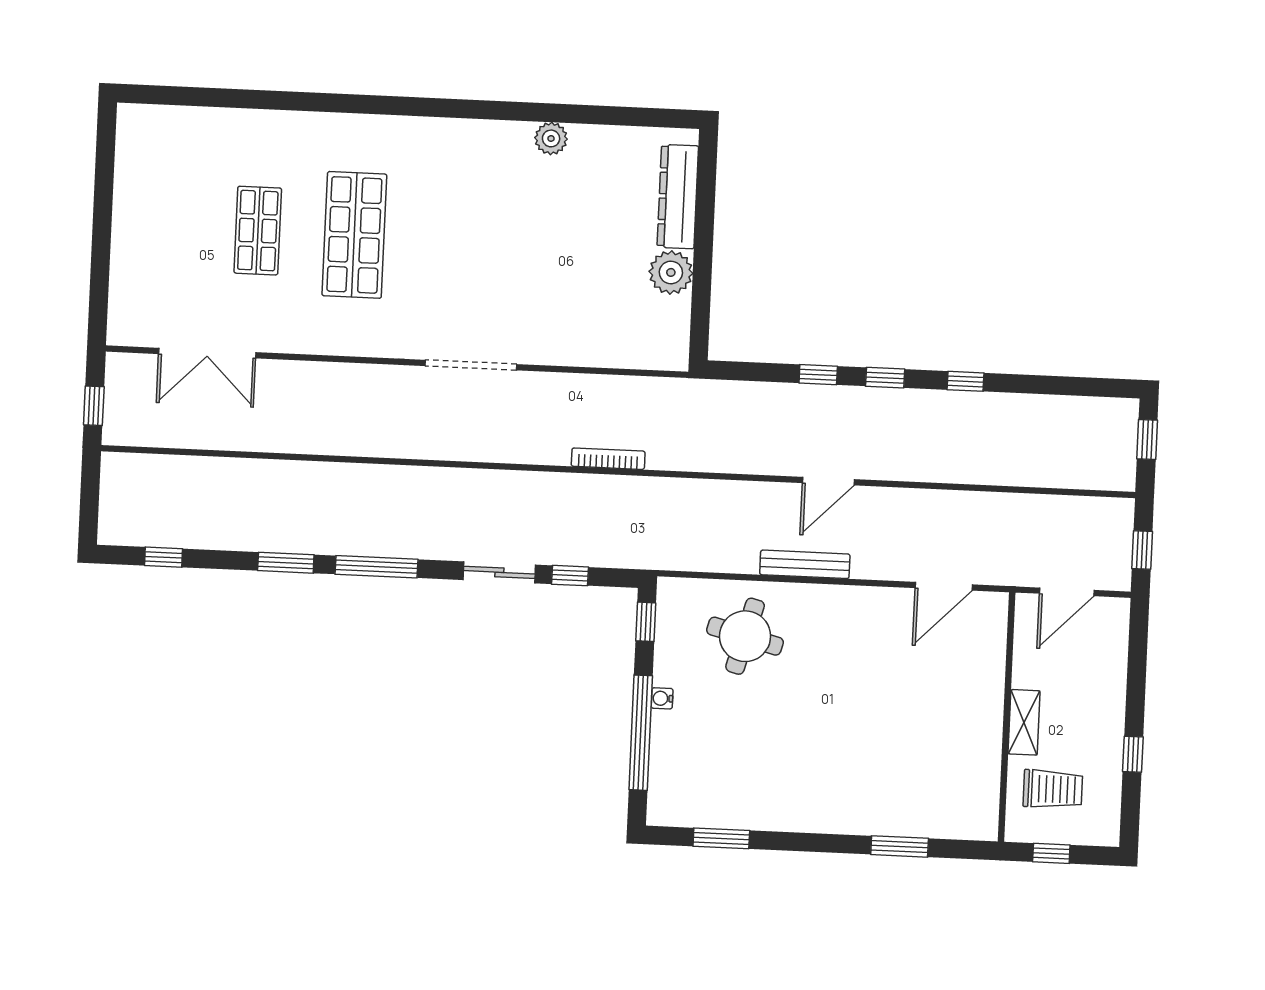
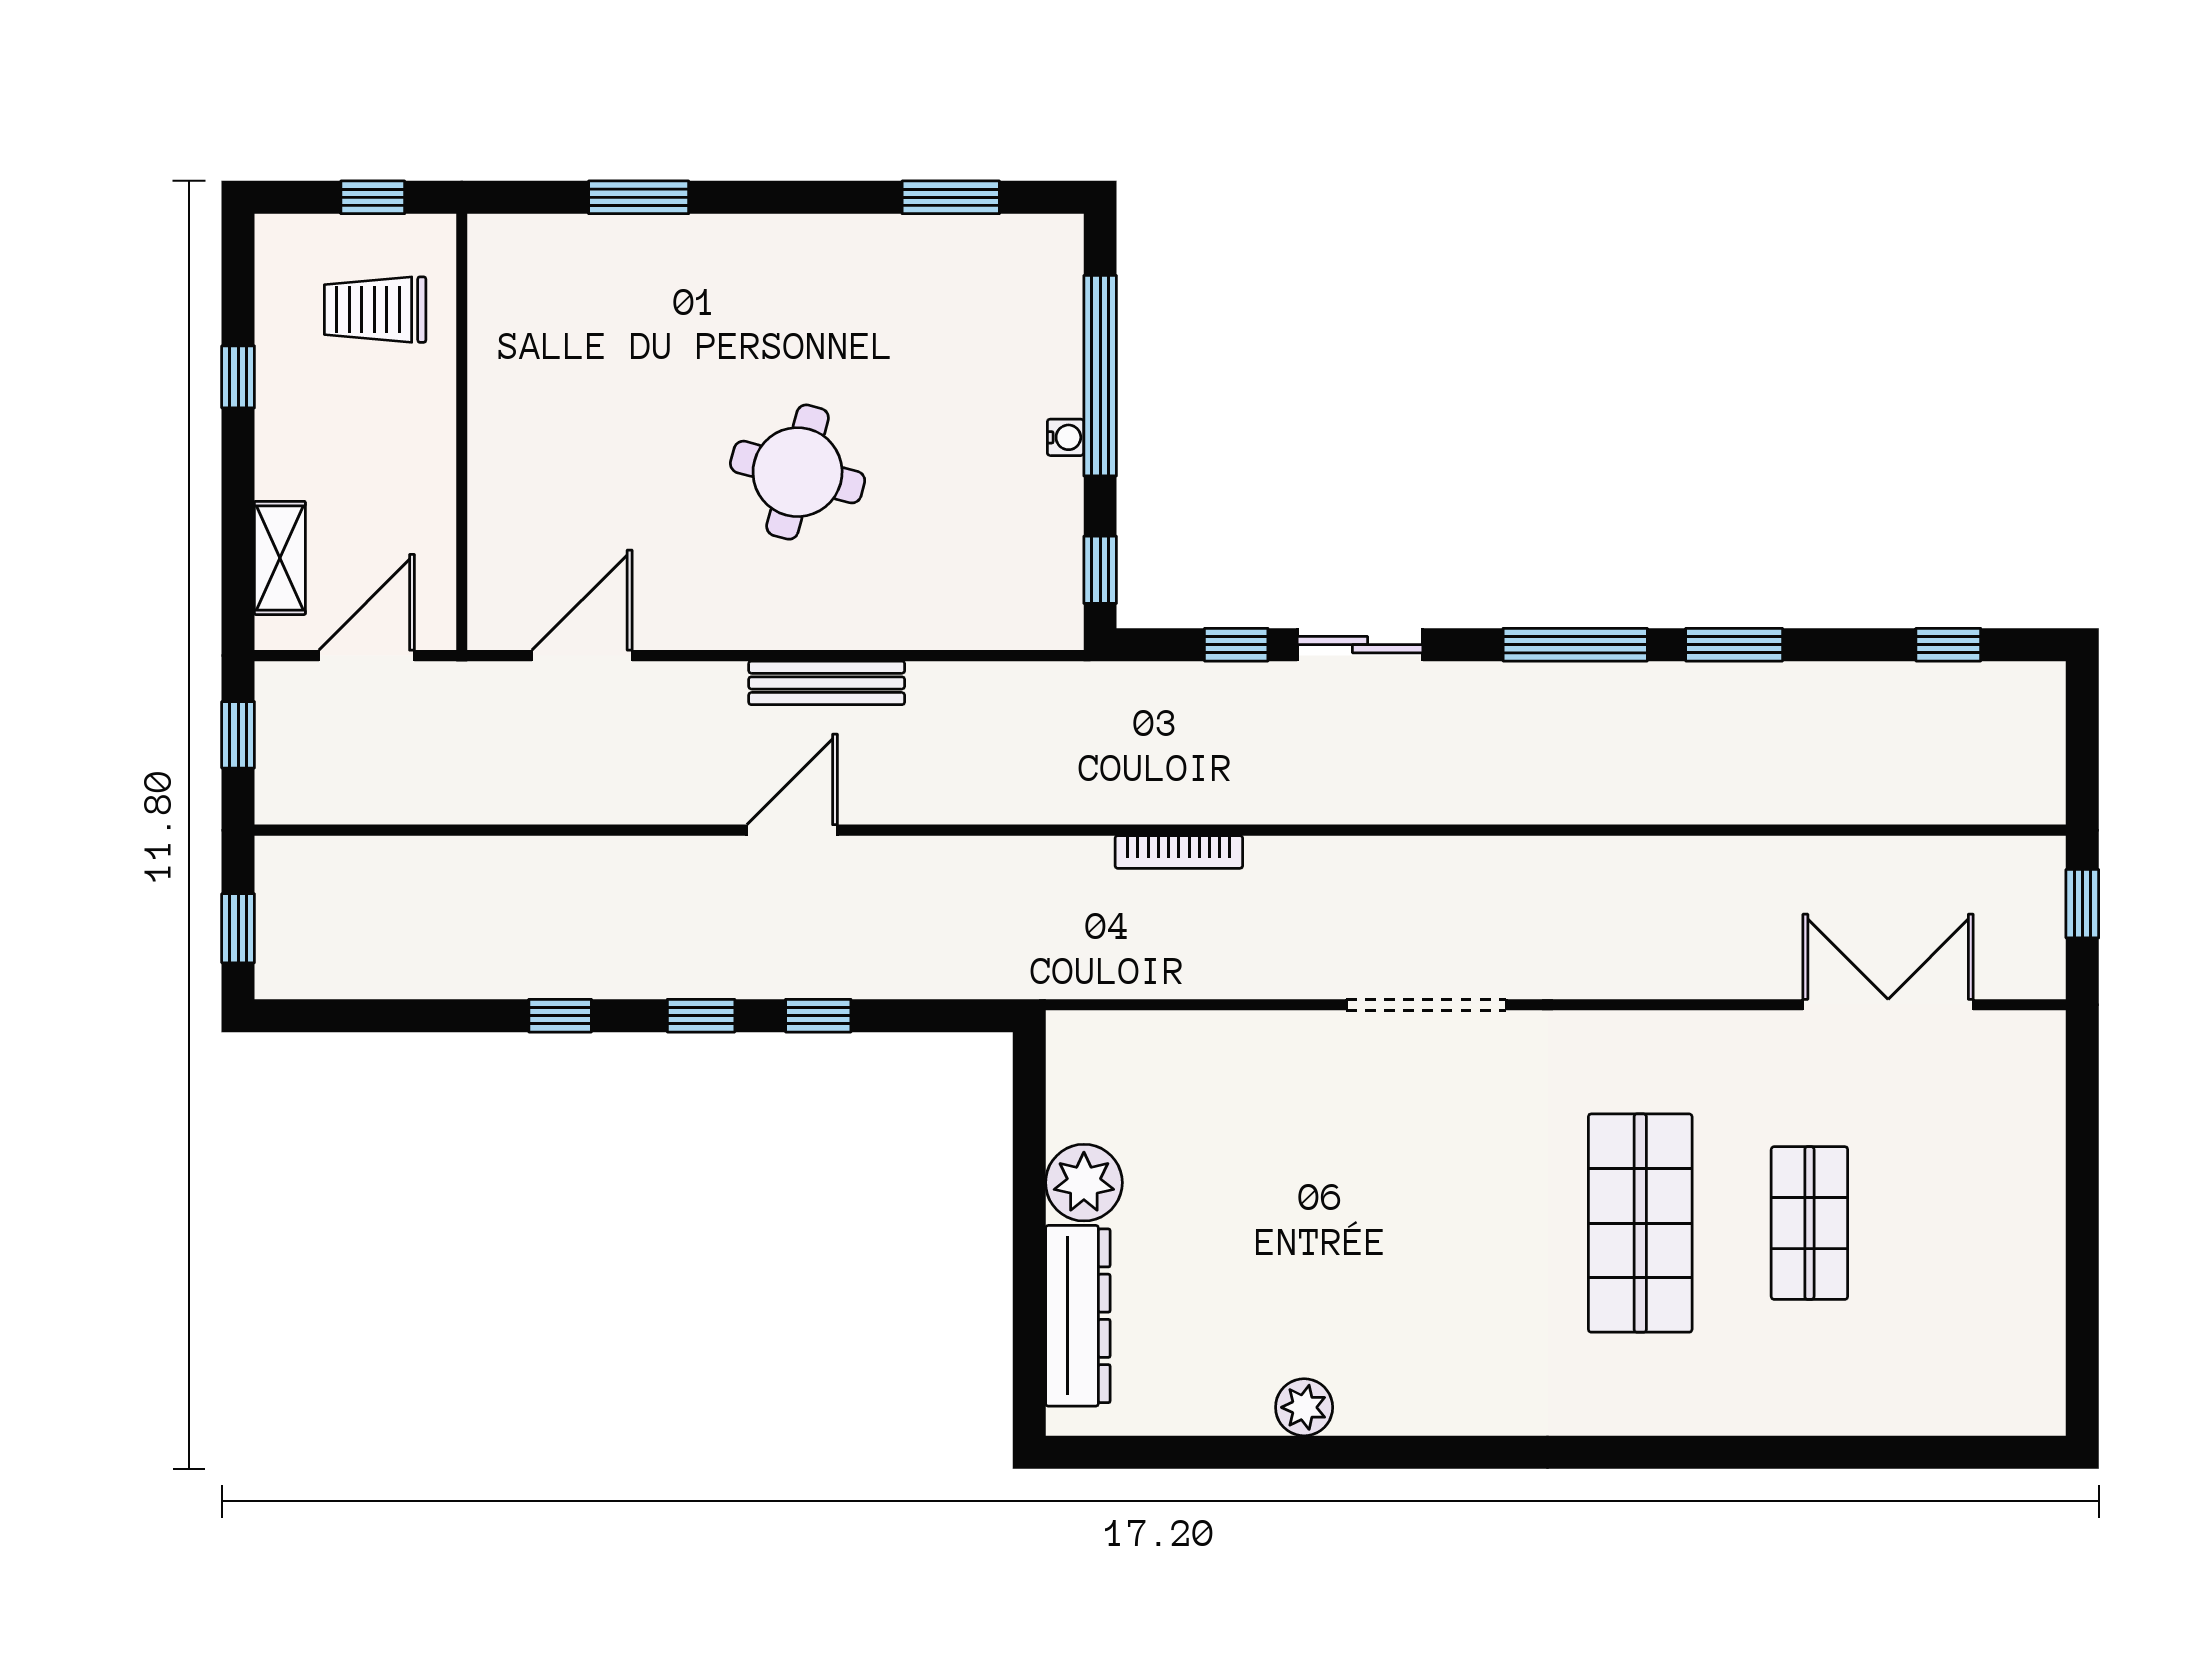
round table: (745, 636) -> (798, 472), moved
shelving: (1024, 722) -> (280, 558), moved

